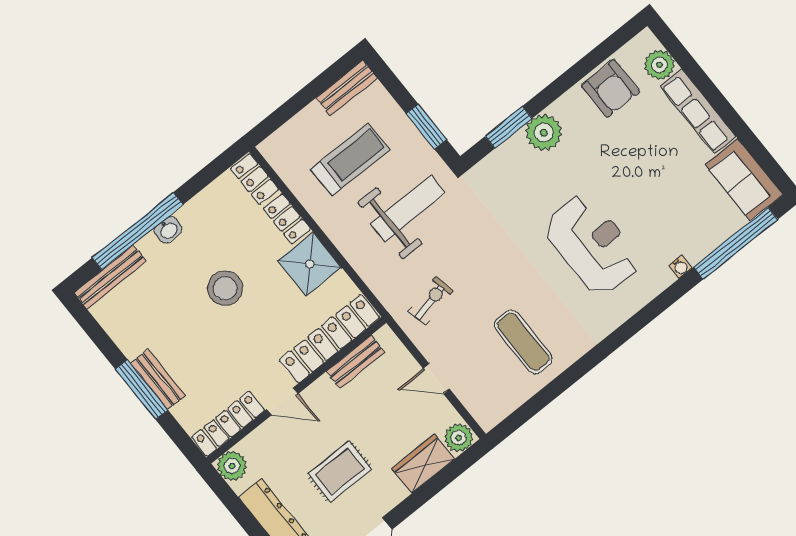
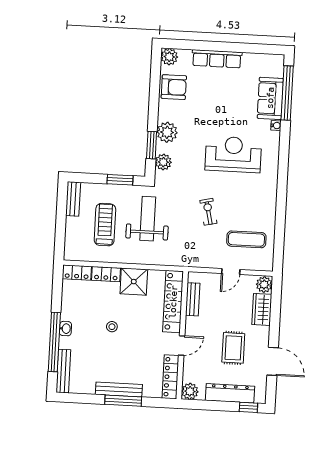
plant: (659, 65) -> (169, 57), moved
plant: (500, 162) -> (163, 162), added
sofa: (744, 180) -> (270, 98), moved, turned 90
stool: (225, 288) -> (112, 327), width x0.53, depth x0.53
exercise bike: (431, 301) -> (208, 212), moved
exercise mat: (523, 342) -> (246, 239), moved
bench: (158, 379) -> (119, 389), width x1.36

